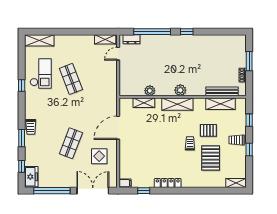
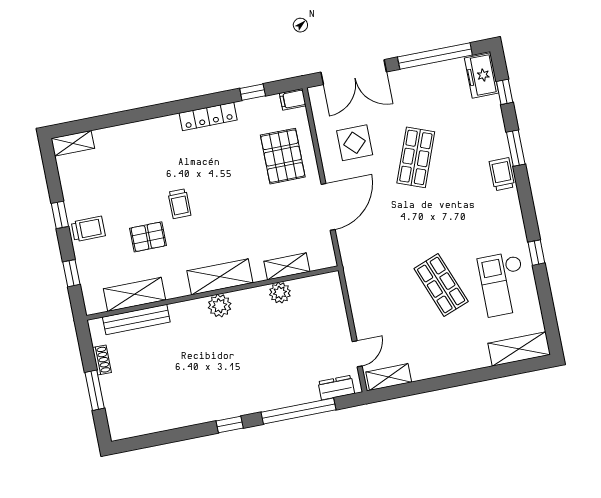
pallet: (211, 158) -> (283, 156), moved

